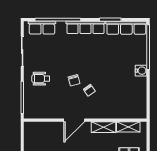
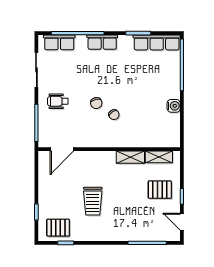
row of seats: (85, 27) -> (102, 42), width x0.68
water cooler: (141, 71) -> (174, 106), moved
door: (74, 120) -> (62, 149), moved

